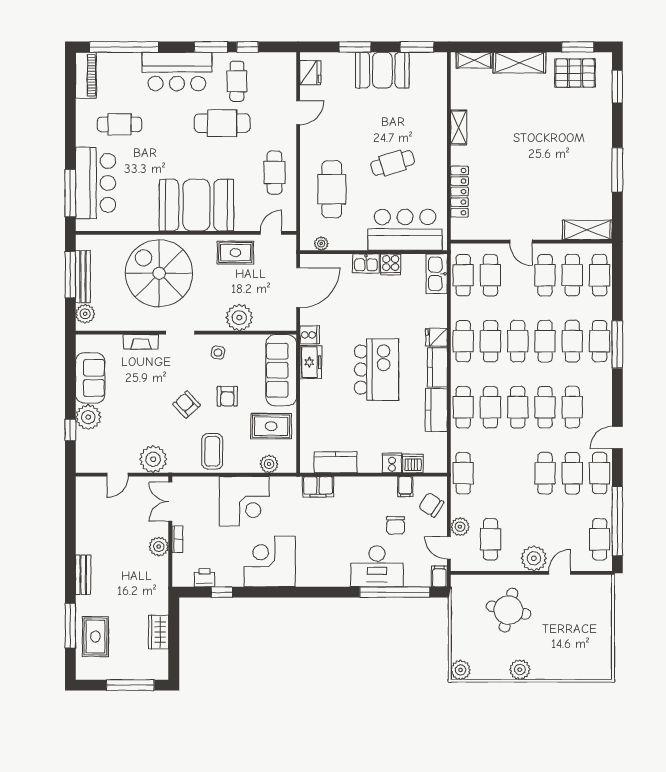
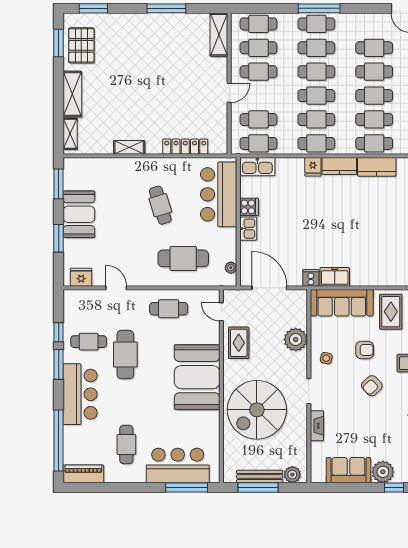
kitchen island: (376, 370) -> (341, 219), removed

